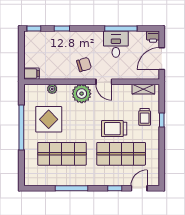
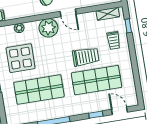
window: (162, 120) -> (128, 26), moved
trolley: (114, 129) -> (86, 57), turned 180
door: (139, 188) -> (119, 111), hinge flipped

